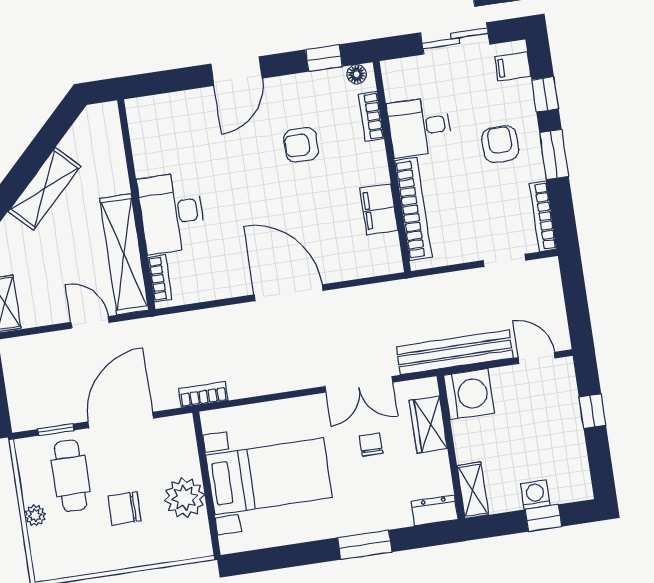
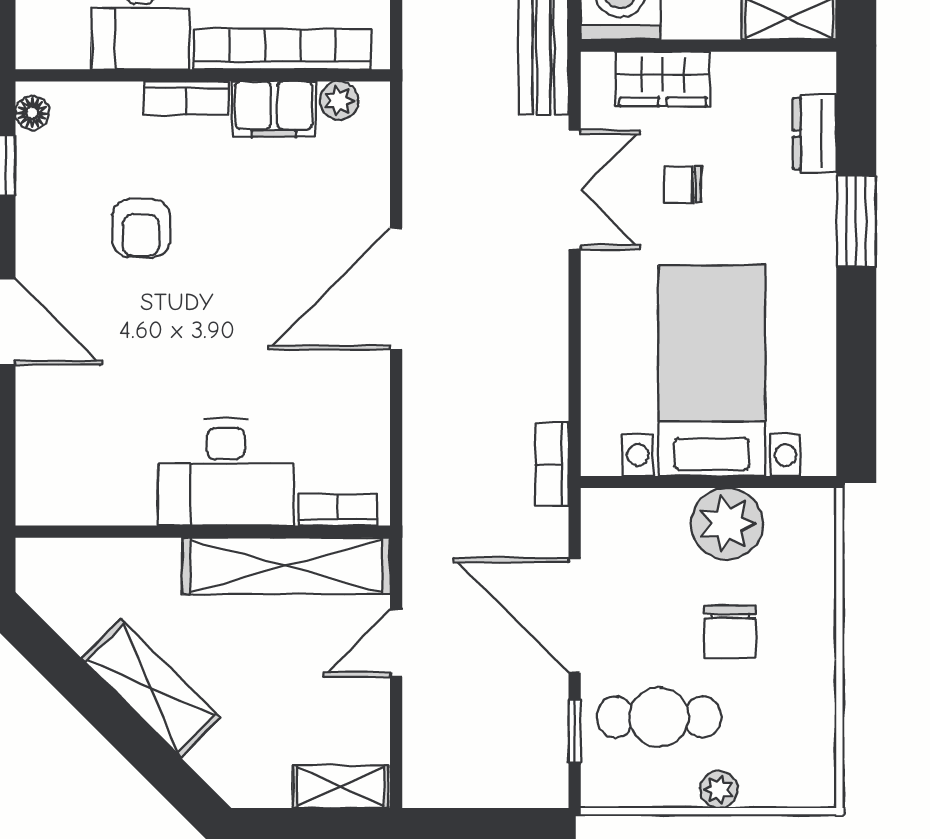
bookcase: (371, 116) -> (186, 98), moved
plant: (389, 245) -> (339, 101), added
dresser: (435, 510) -> (815, 134), moved

